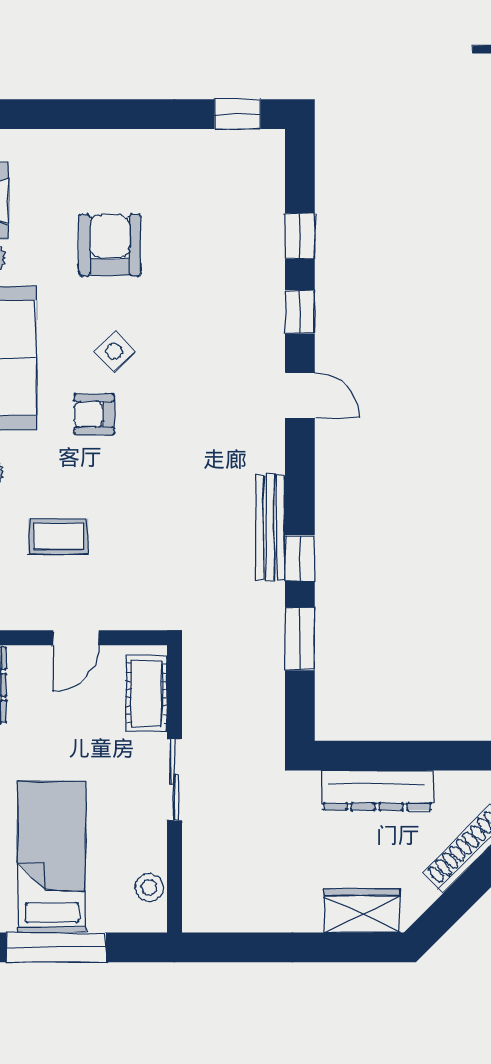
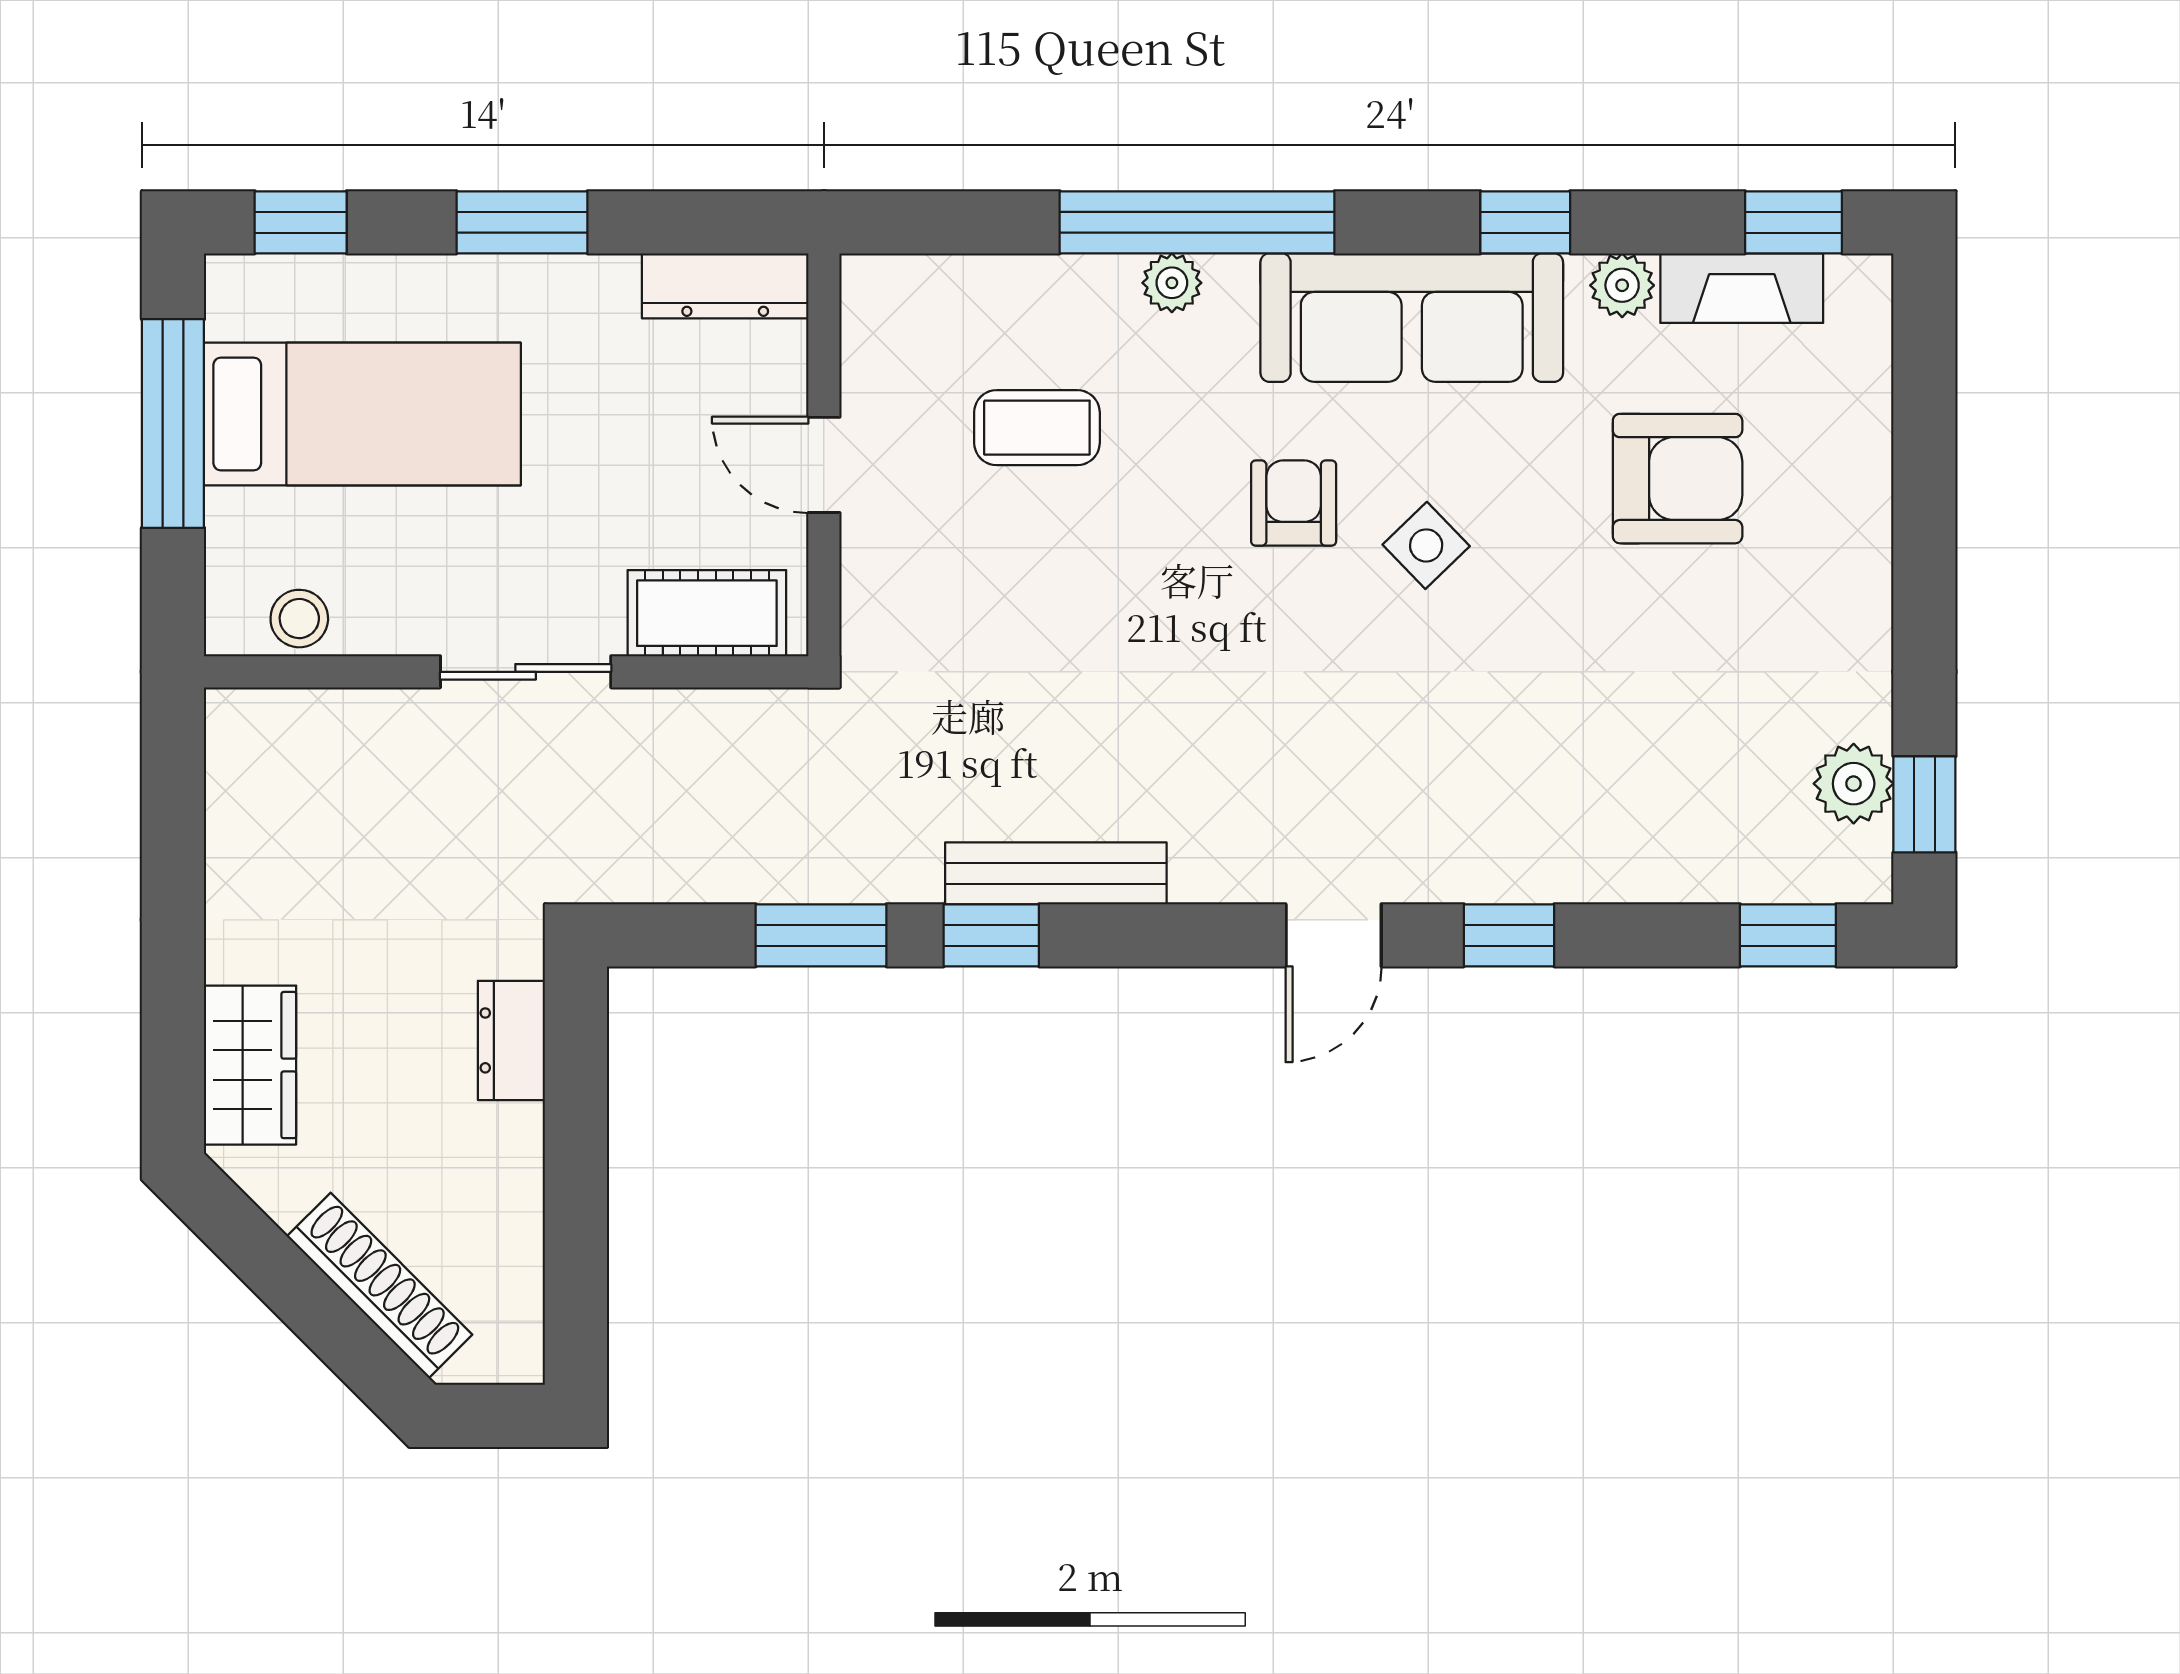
plant: (228, 148) -> (1854, 784), added
window: (300, 236) -> (1788, 935), moved
armchair: (110, 245) -> (1678, 479), moved
coffee table: (58, 536) -> (1037, 428), turned 90
dresser: (377, 790) -> (511, 1040), width x0.51, depth x0.80

